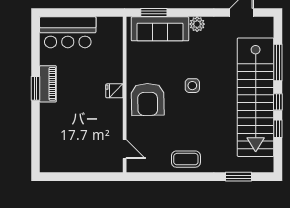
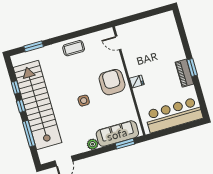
bar counter: (68, 32) -> (174, 115), width x1.36

